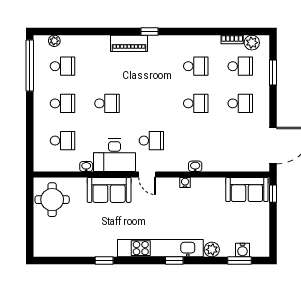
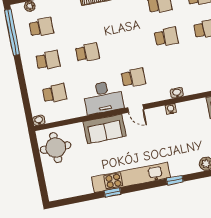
washbasin: (86, 166) -> (39, 120), moved
kitchen unit: (160, 248) -> (131, 177), moved

